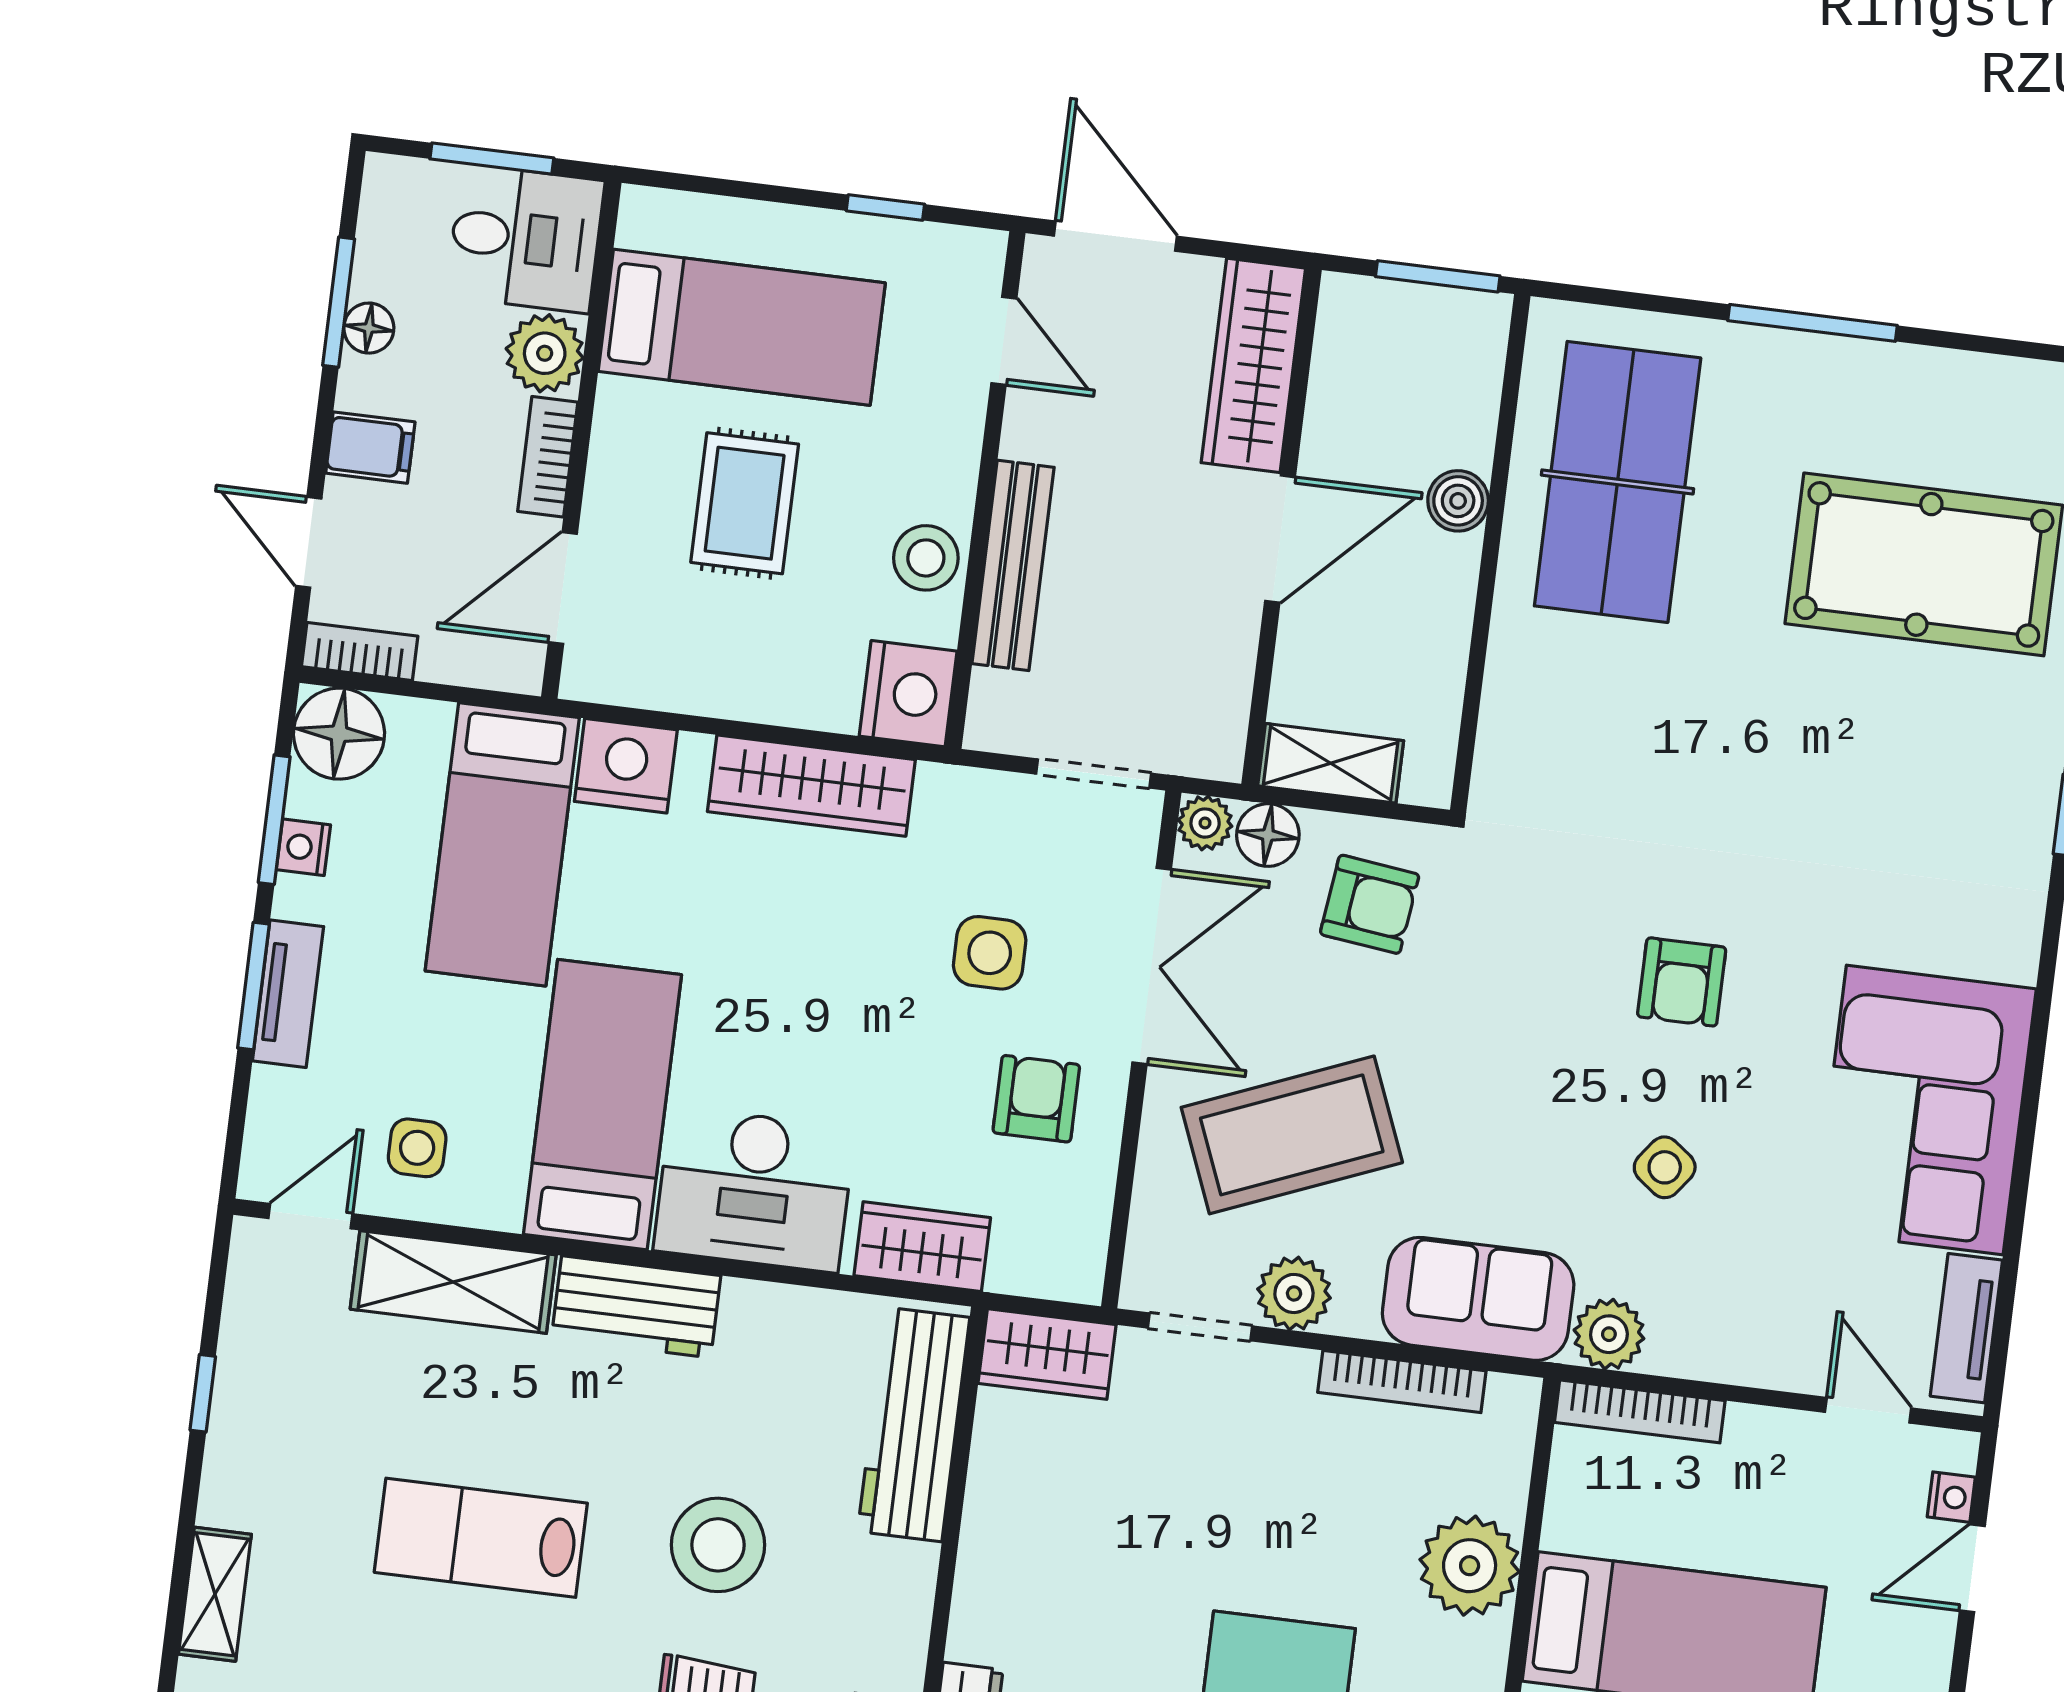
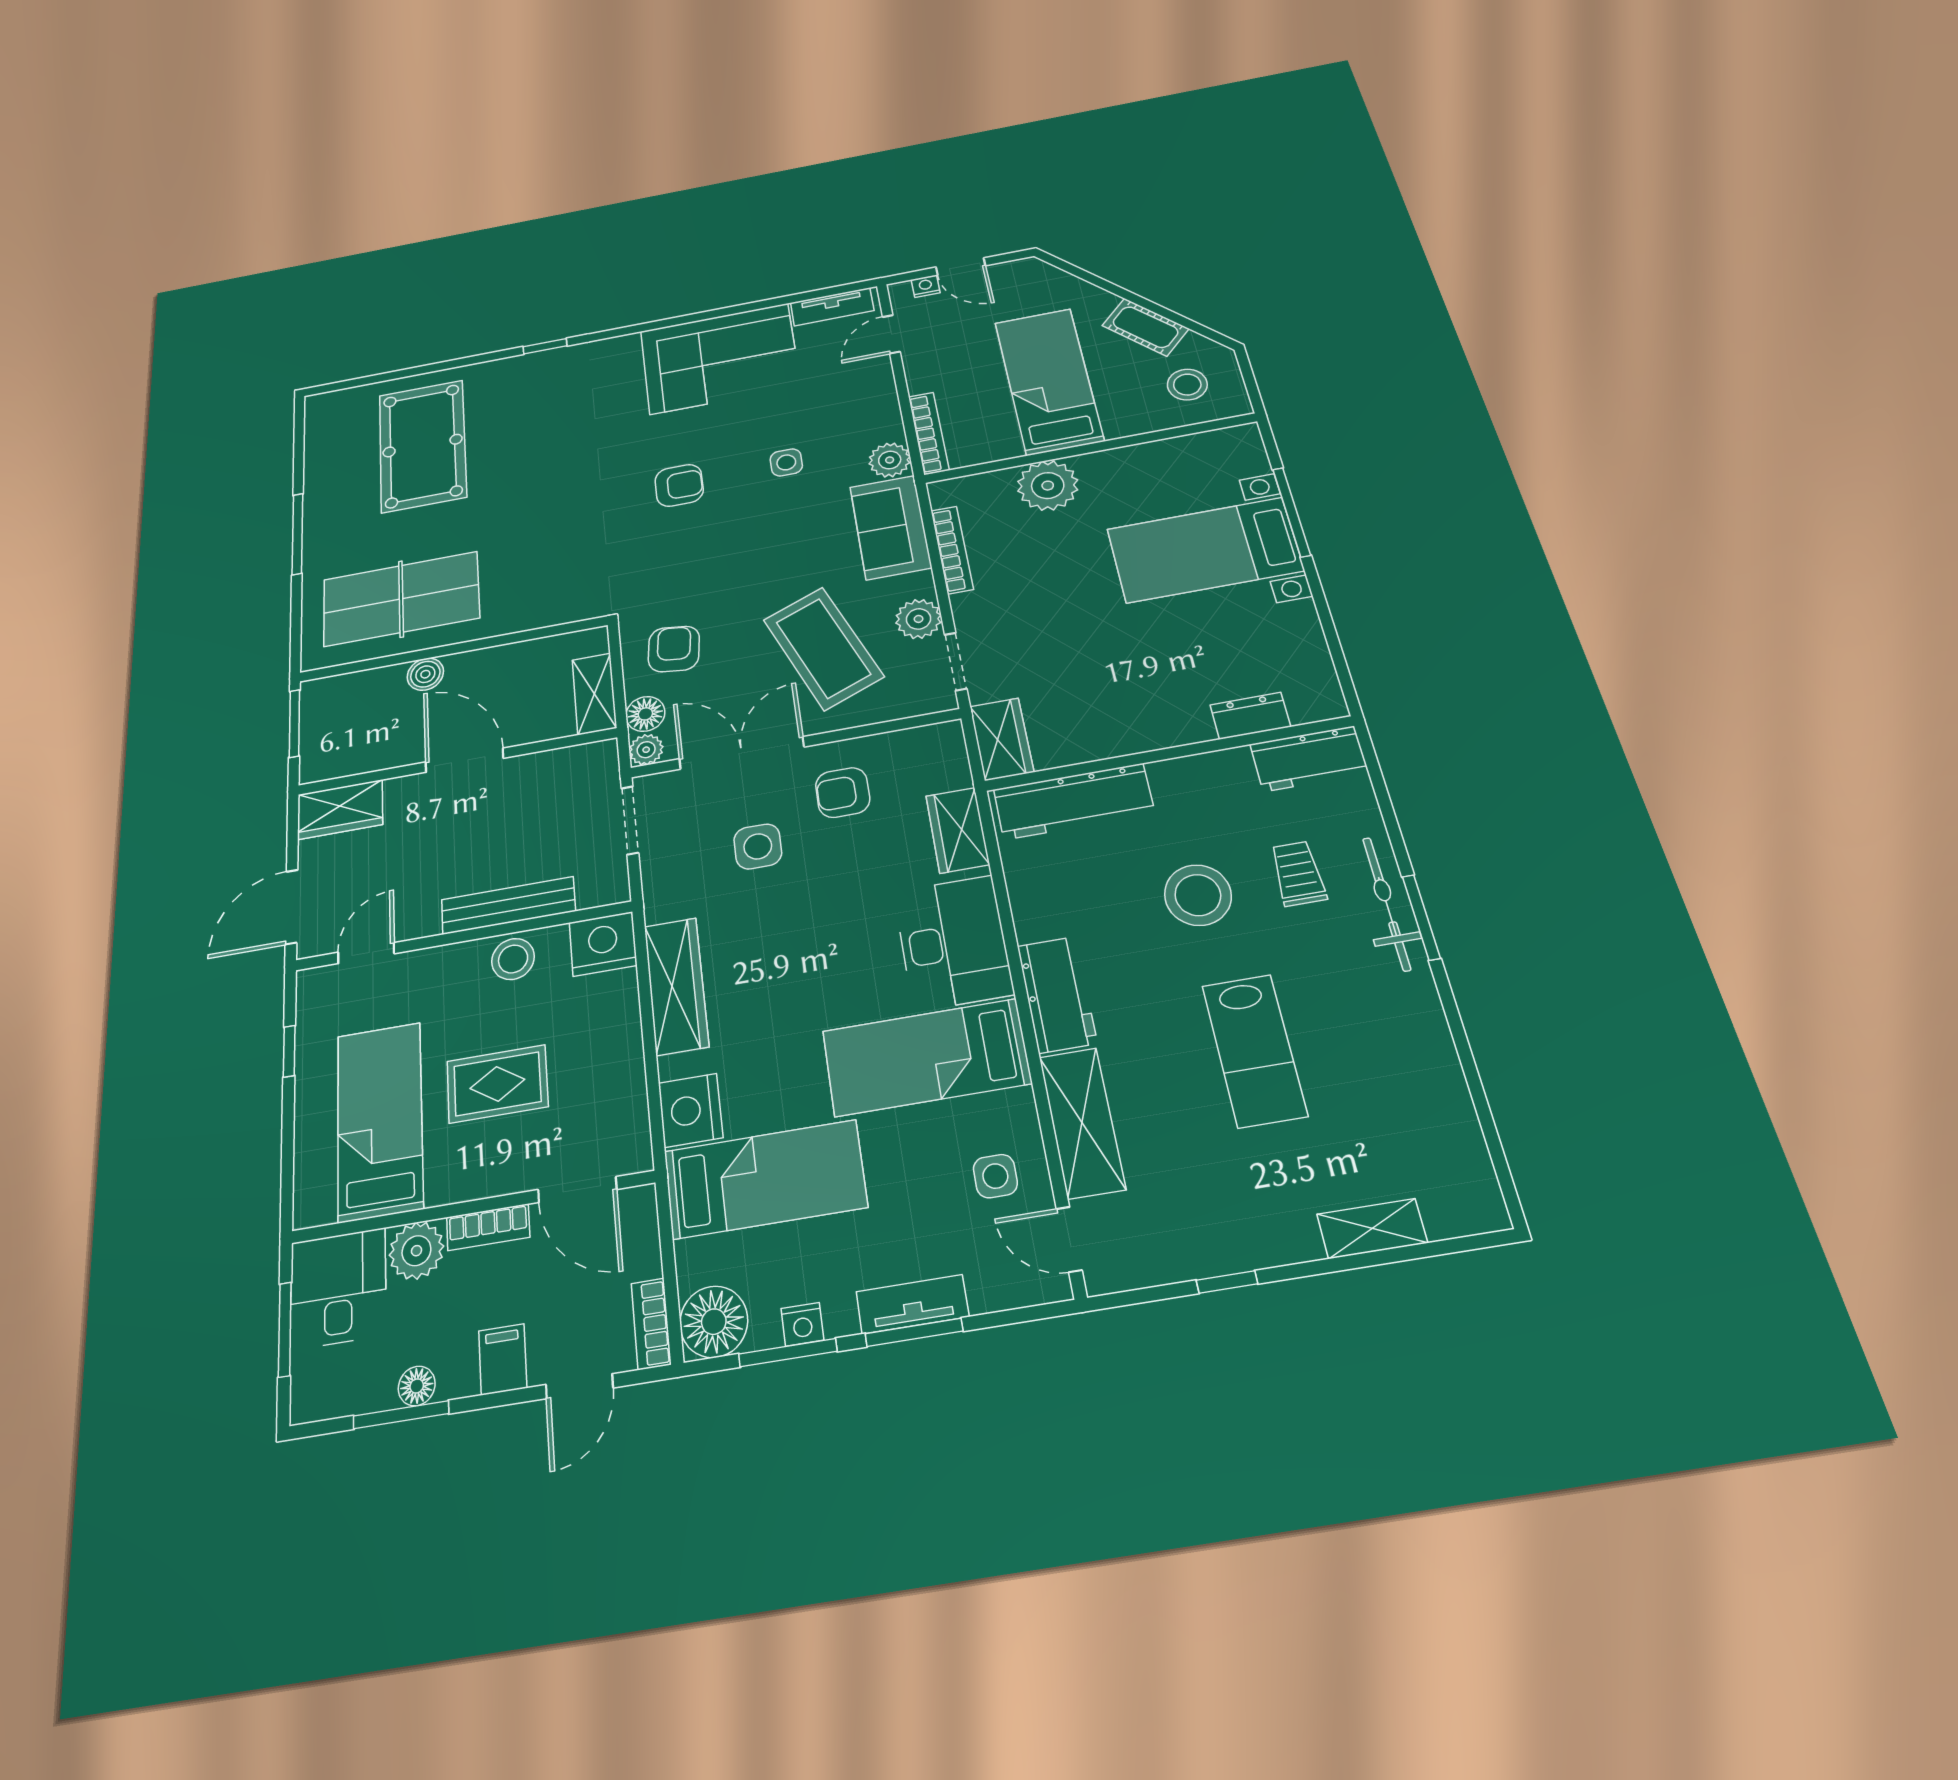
wardrobe: (1253, 365) -> (340, 809), width x0.67
side table: (1665, 1167) -> (786, 462), turned -37

